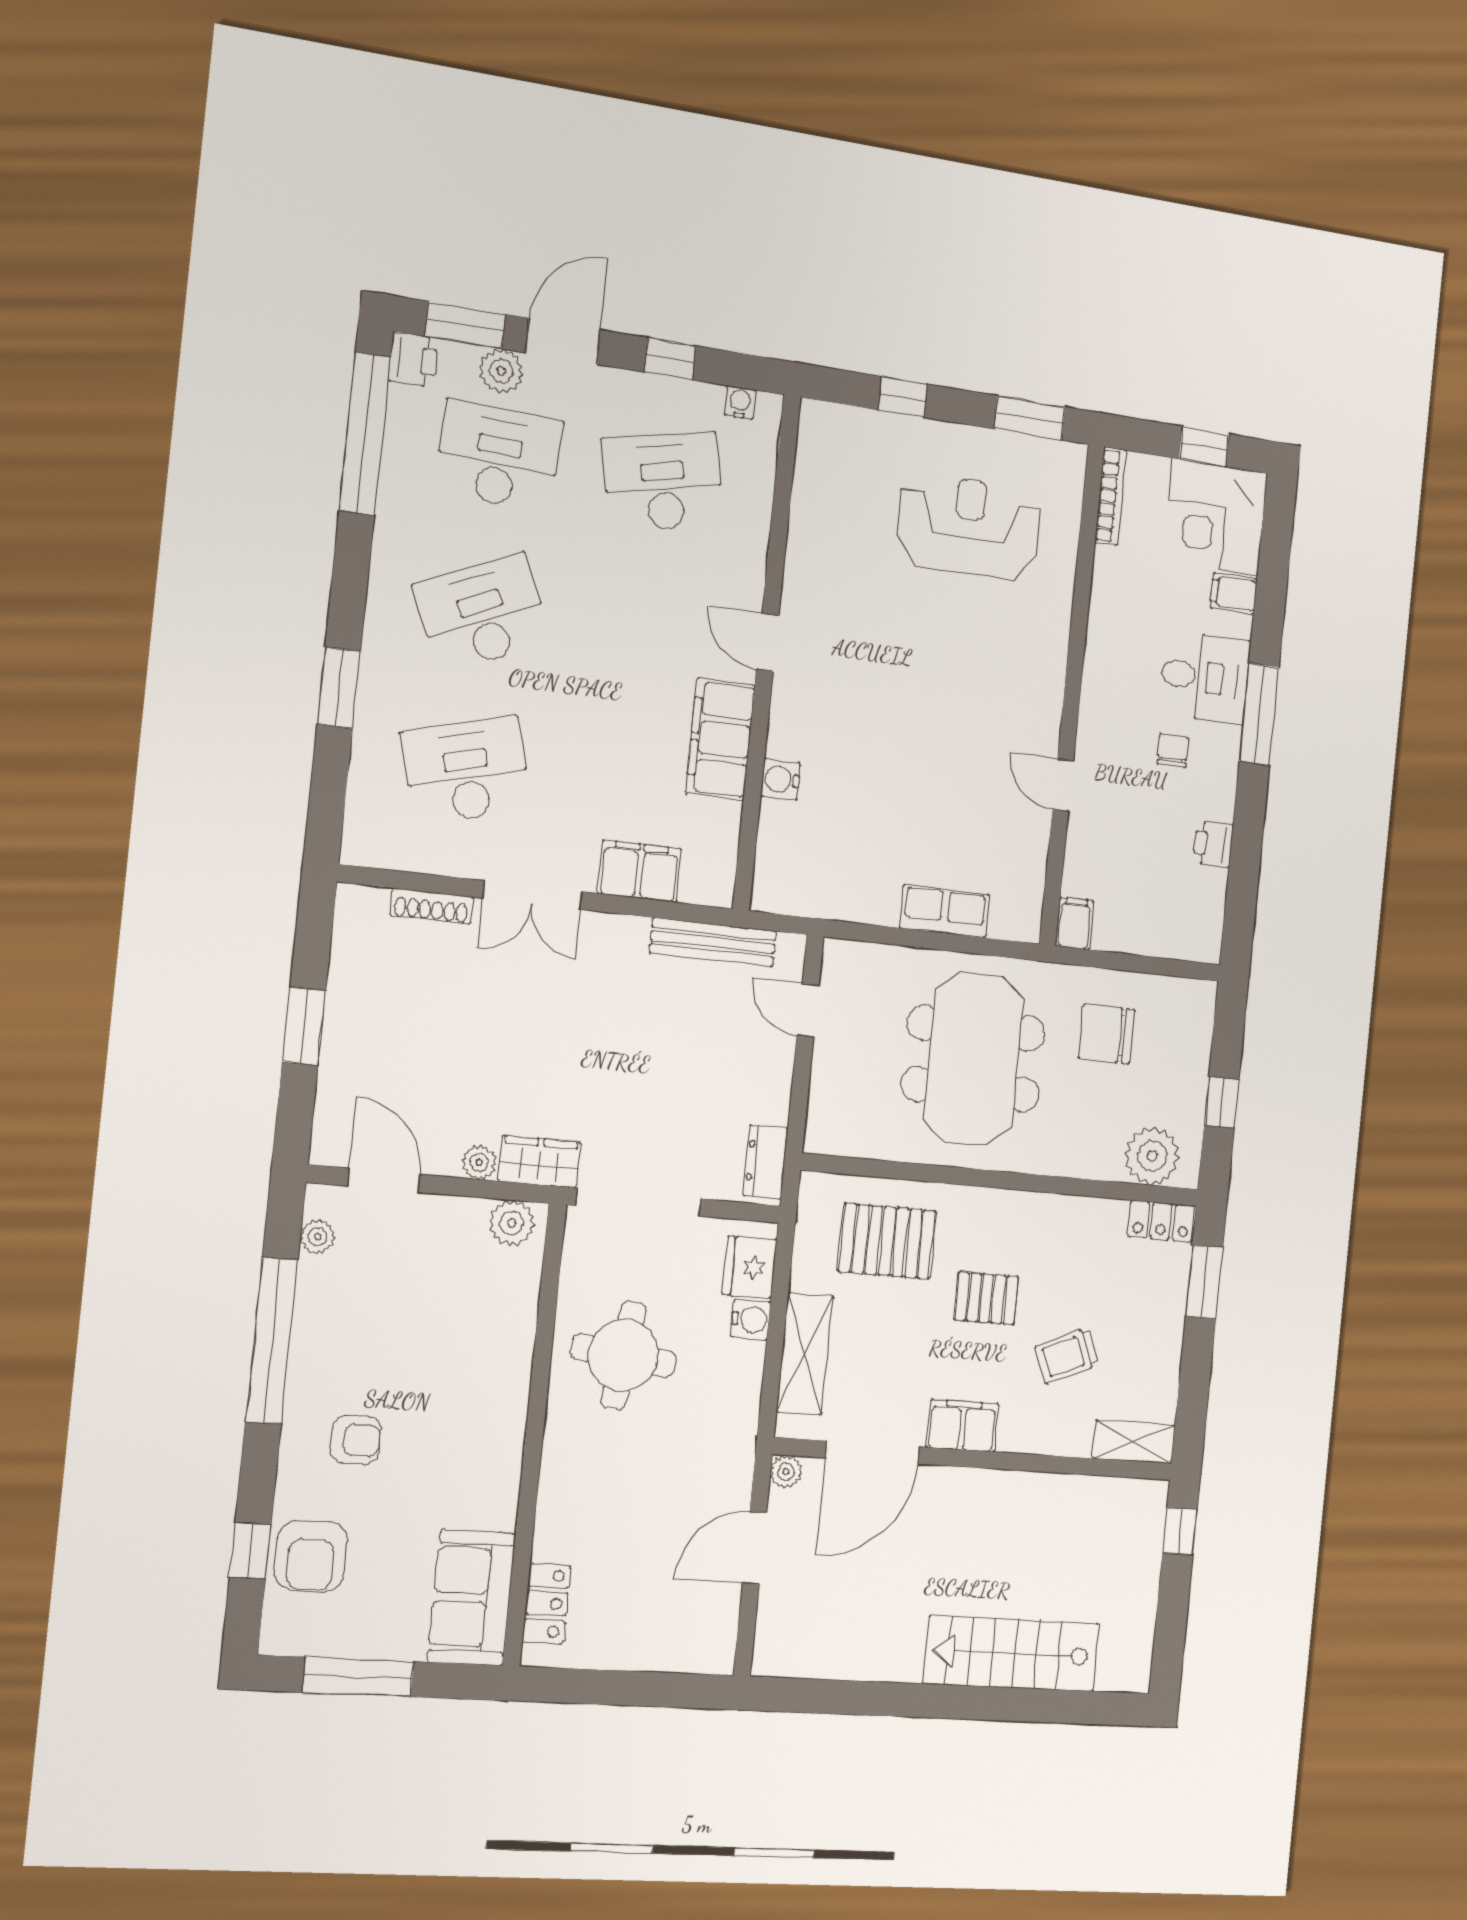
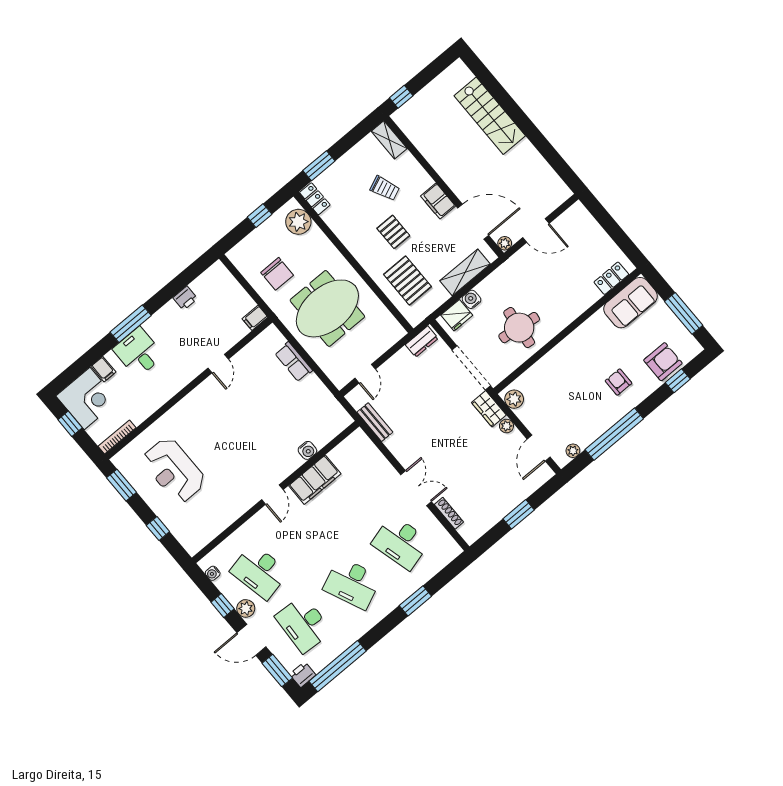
plant: (501, 371) -> (246, 608), moved
chair: (1173, 751) -> (171, 340), removed
filing cabinet: (640, 871) -> (377, 464), removed
bench: (713, 942) -> (375, 422), width x0.73

